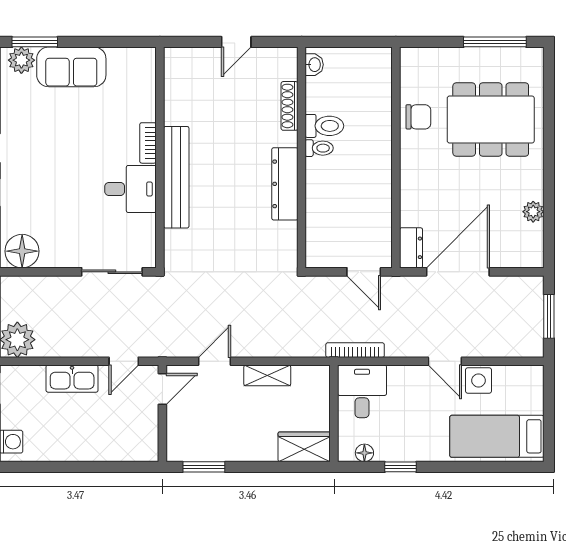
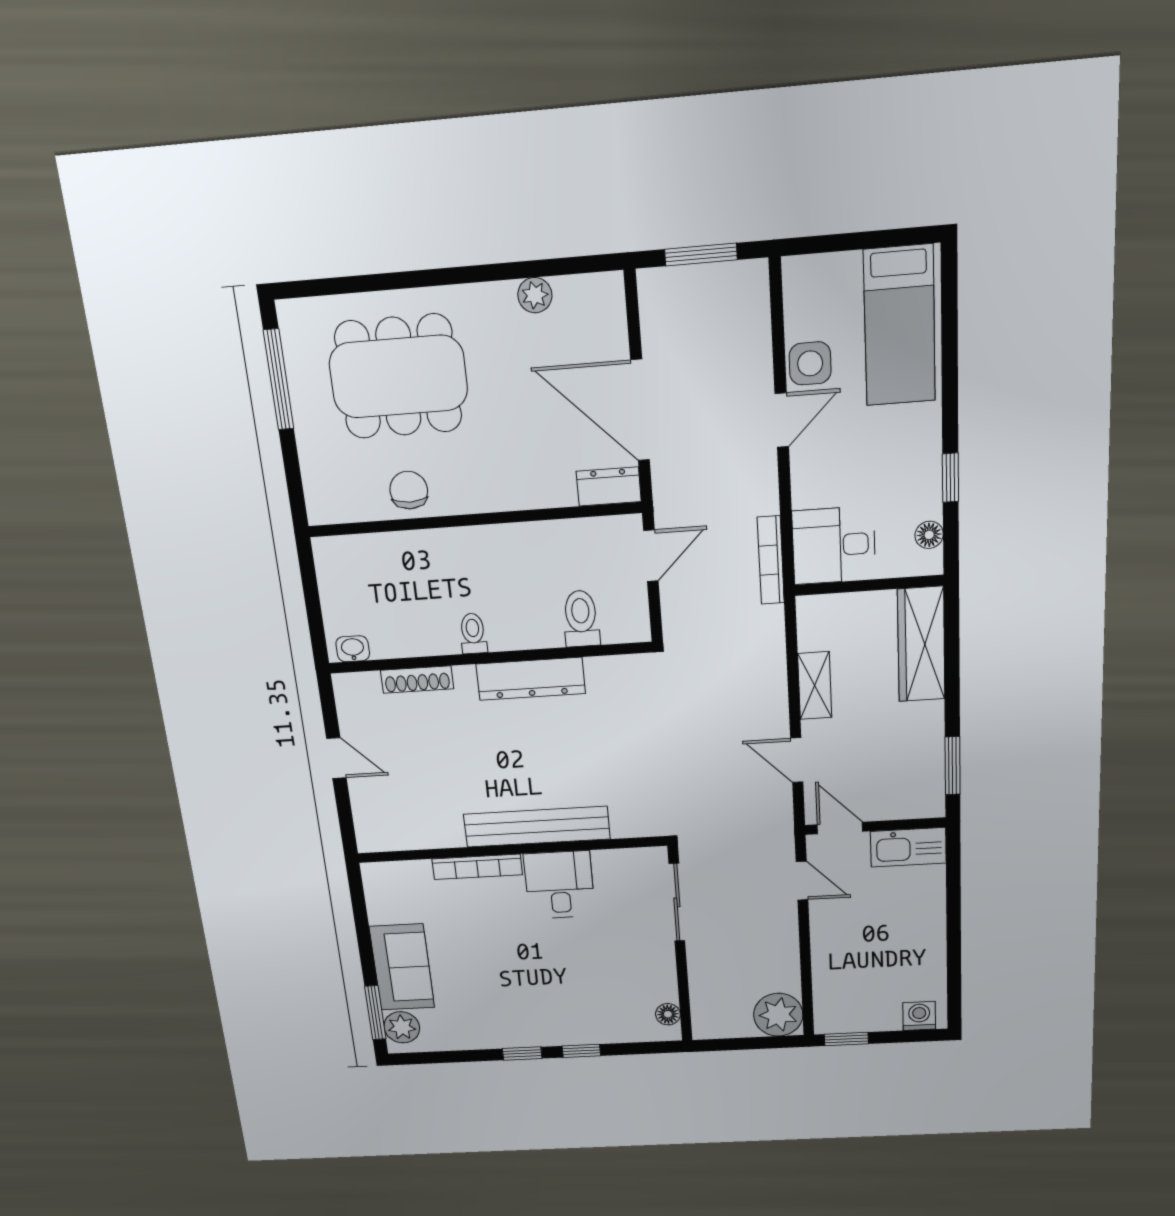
dining table: (491, 119) -> (398, 377), turned 90
toilet: (324, 126) -> (581, 619), moved
bookcase: (148, 143) -> (477, 867), width x1.56
floor lamp: (22, 251) -> (668, 1014), width x0.53, depth x0.53
kitchen sink: (72, 379) -> (908, 847), moved, turned 90
wardrobe: (304, 447) -> (921, 644), width x1.50

